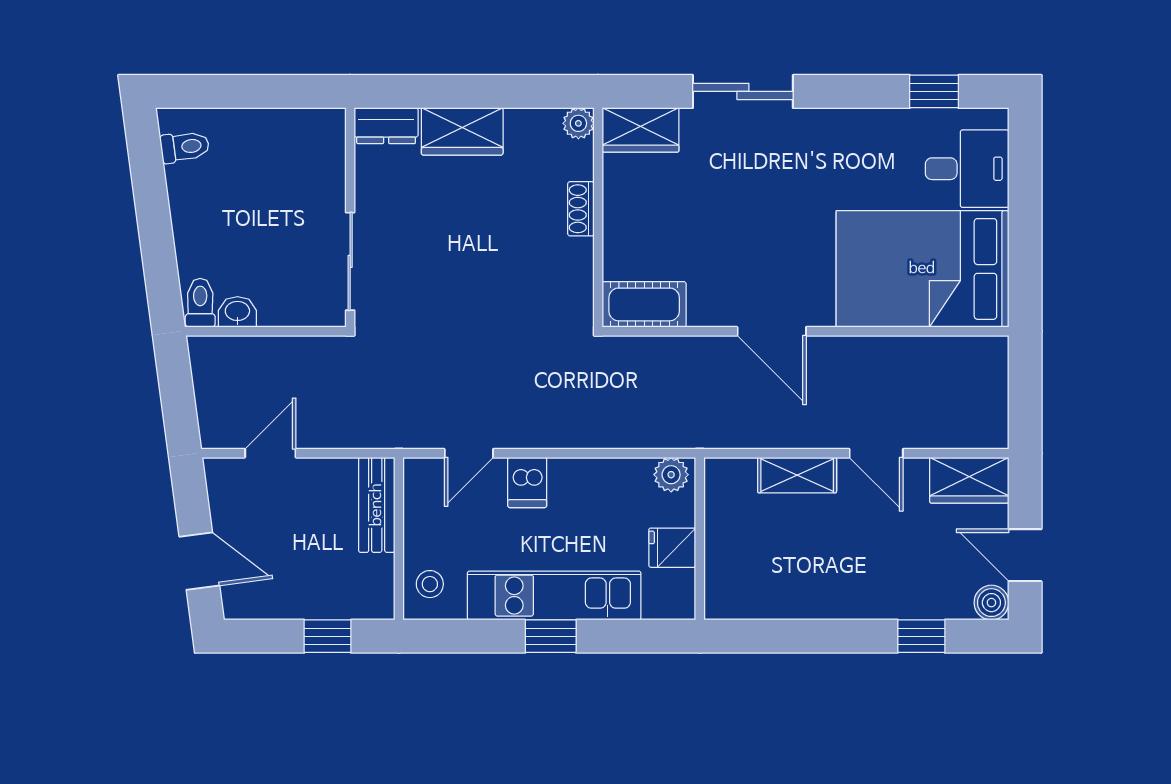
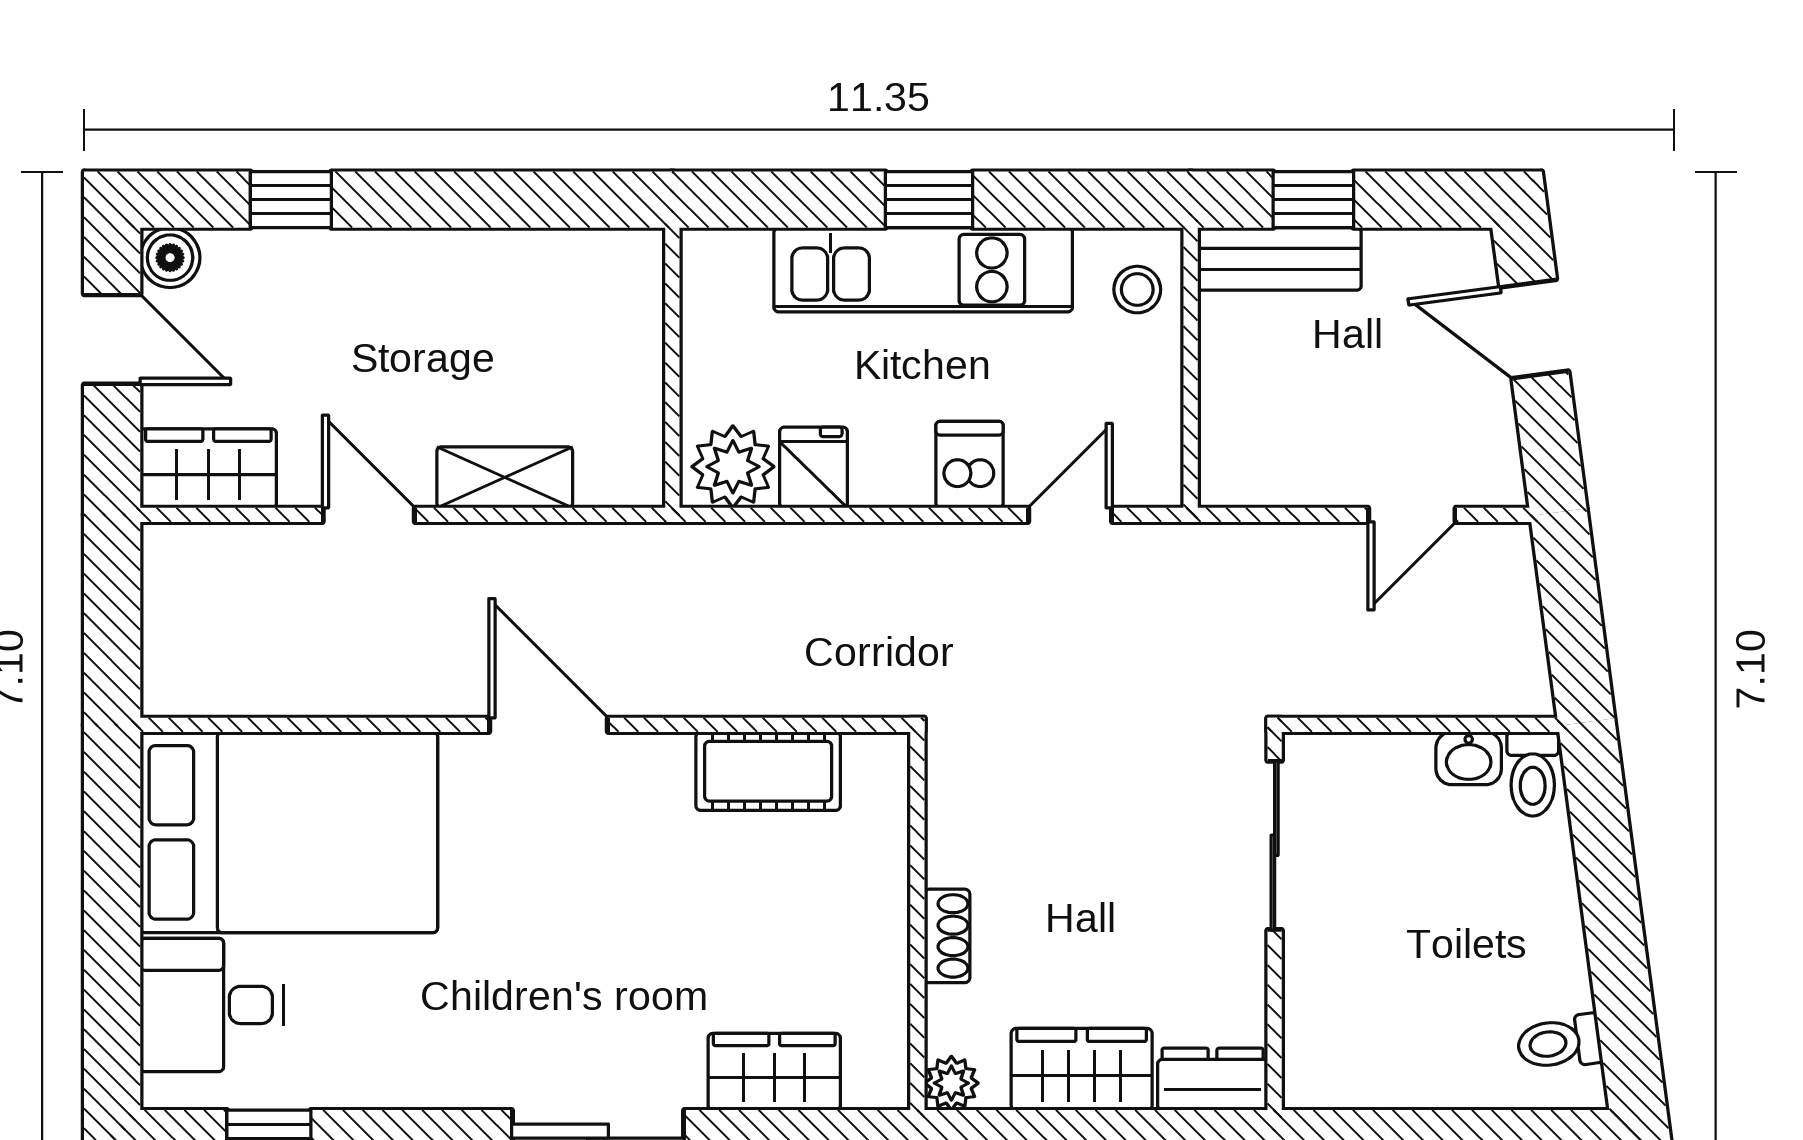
plant: (578, 123) -> (951, 1083), moved
shoe rack: (581, 209) -> (947, 936), moved
wall: (598, 217) -> (917, 921), moved
plant: (671, 475) -> (733, 467), width x1.38, depth x1.38
bench: (377, 505) -> (1279, 259), moved, turned 90
fridge: (672, 548) -> (814, 467), moved, turned -90

